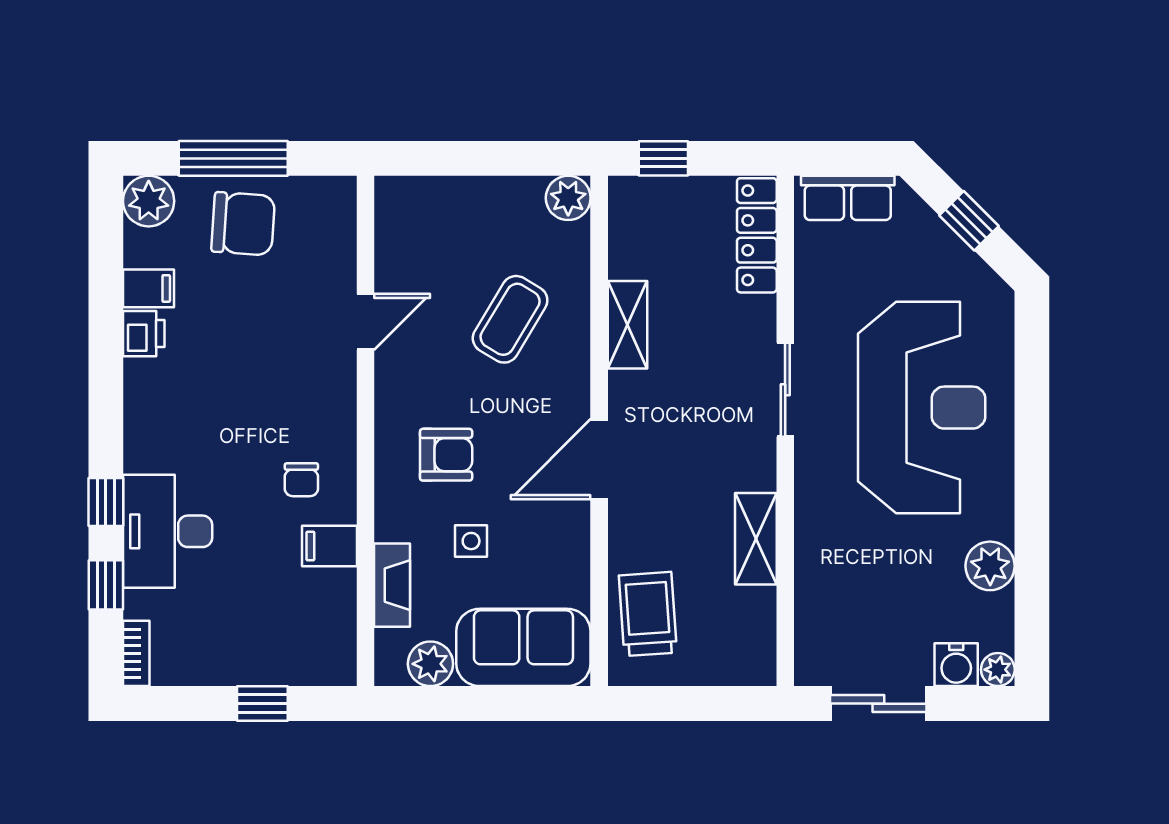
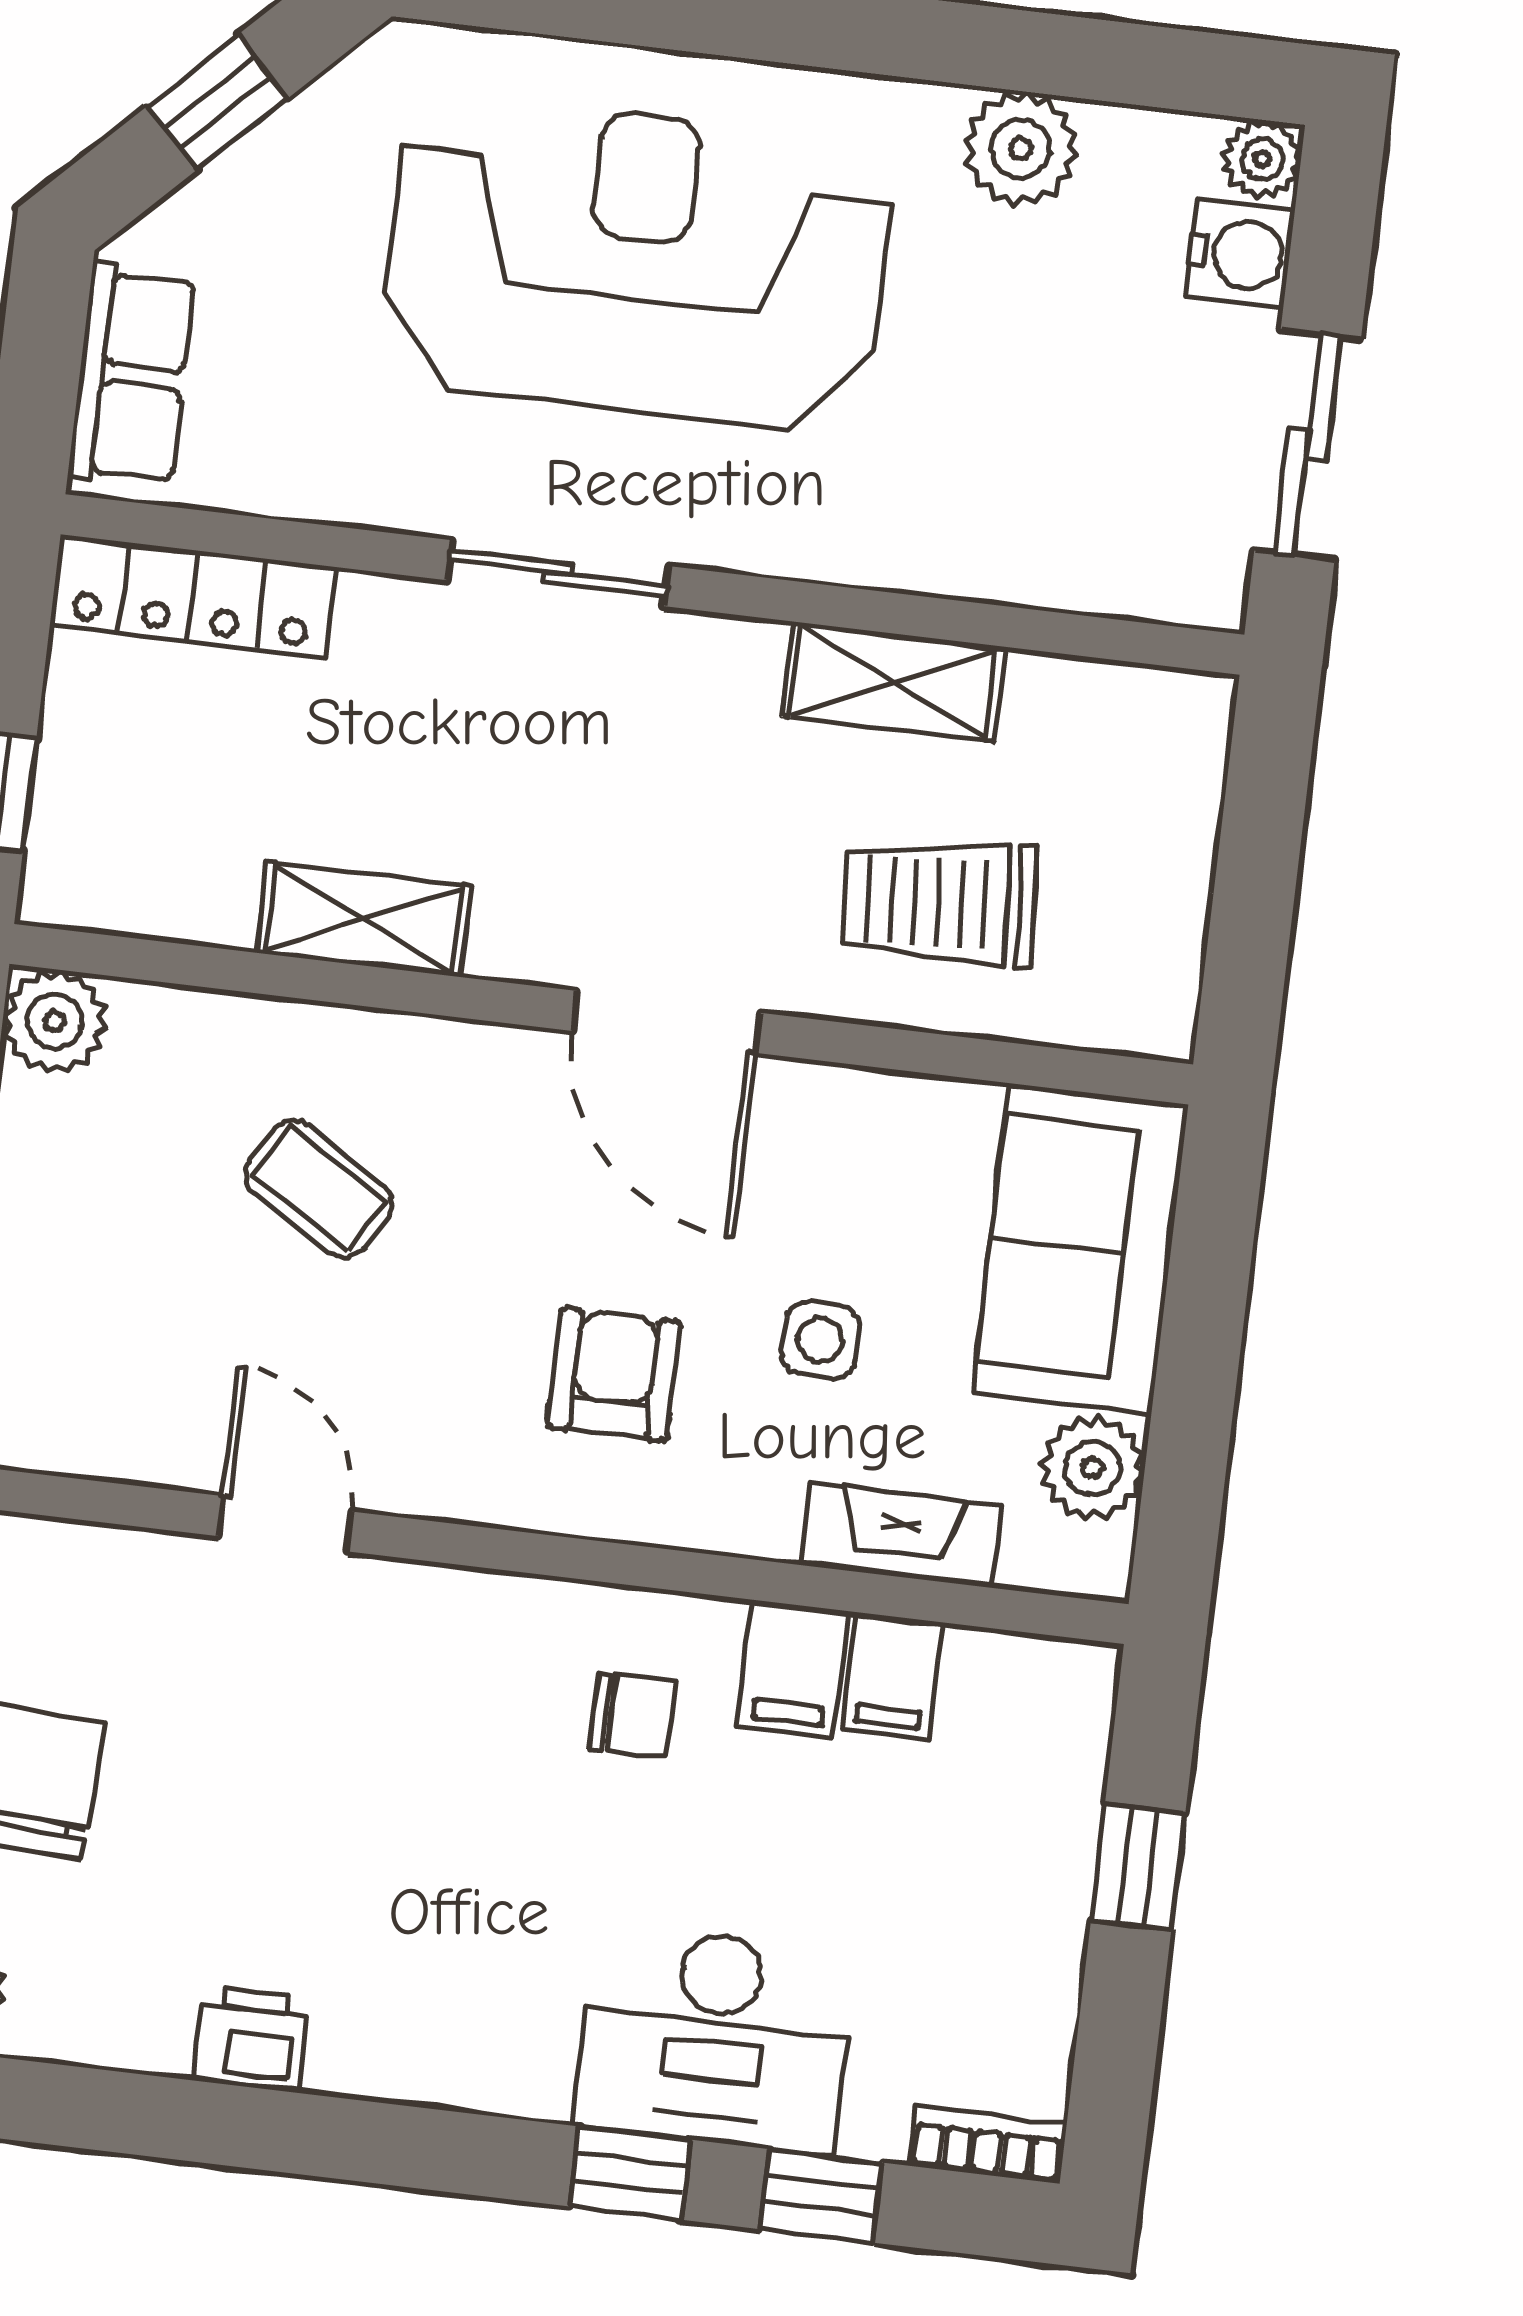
filing cabinet: (148, 288) -> (892, 1676), moved, turned 180
coffee table: (510, 319) -> (319, 1189), width x0.73, depth x0.77
trolley: (648, 614) -> (940, 903), moved

